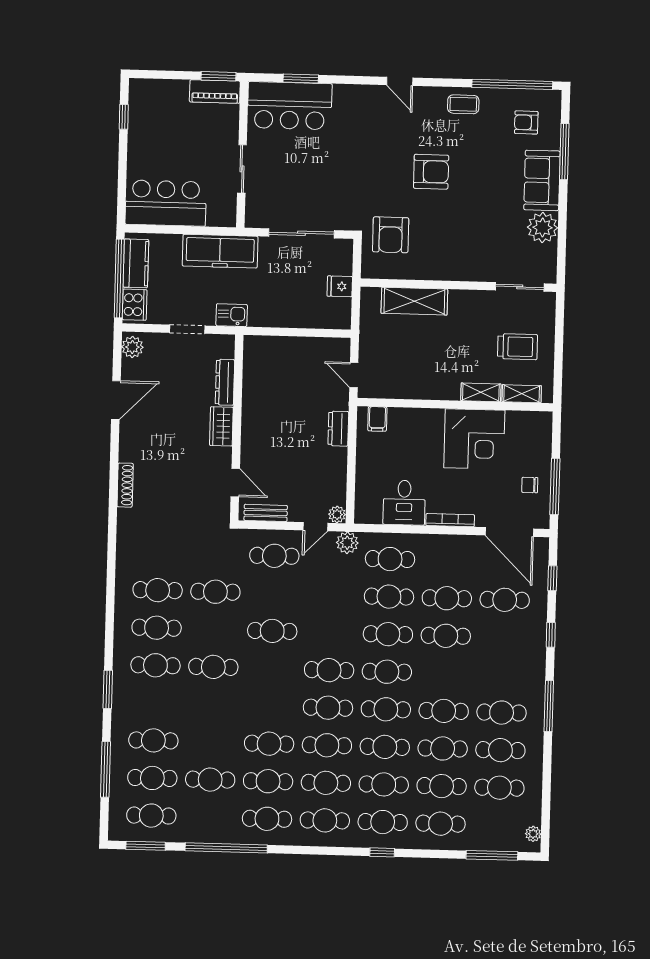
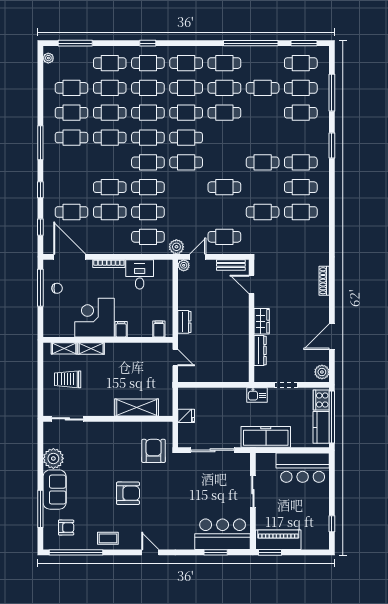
piano: (215, 92) -> (278, 540), width x1.37, depth x1.33
armchair: (431, 172) -> (128, 493), turned 180
filing cabinet: (435, 420) -> (121, 329), added

